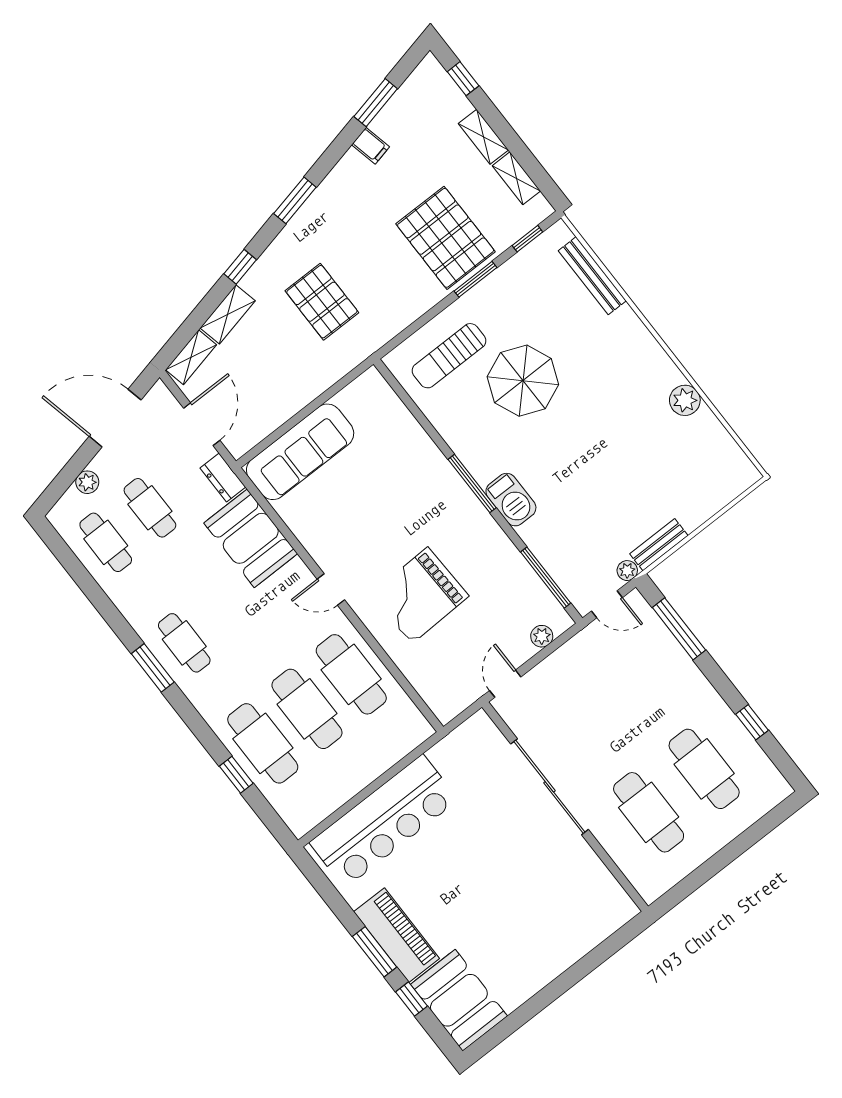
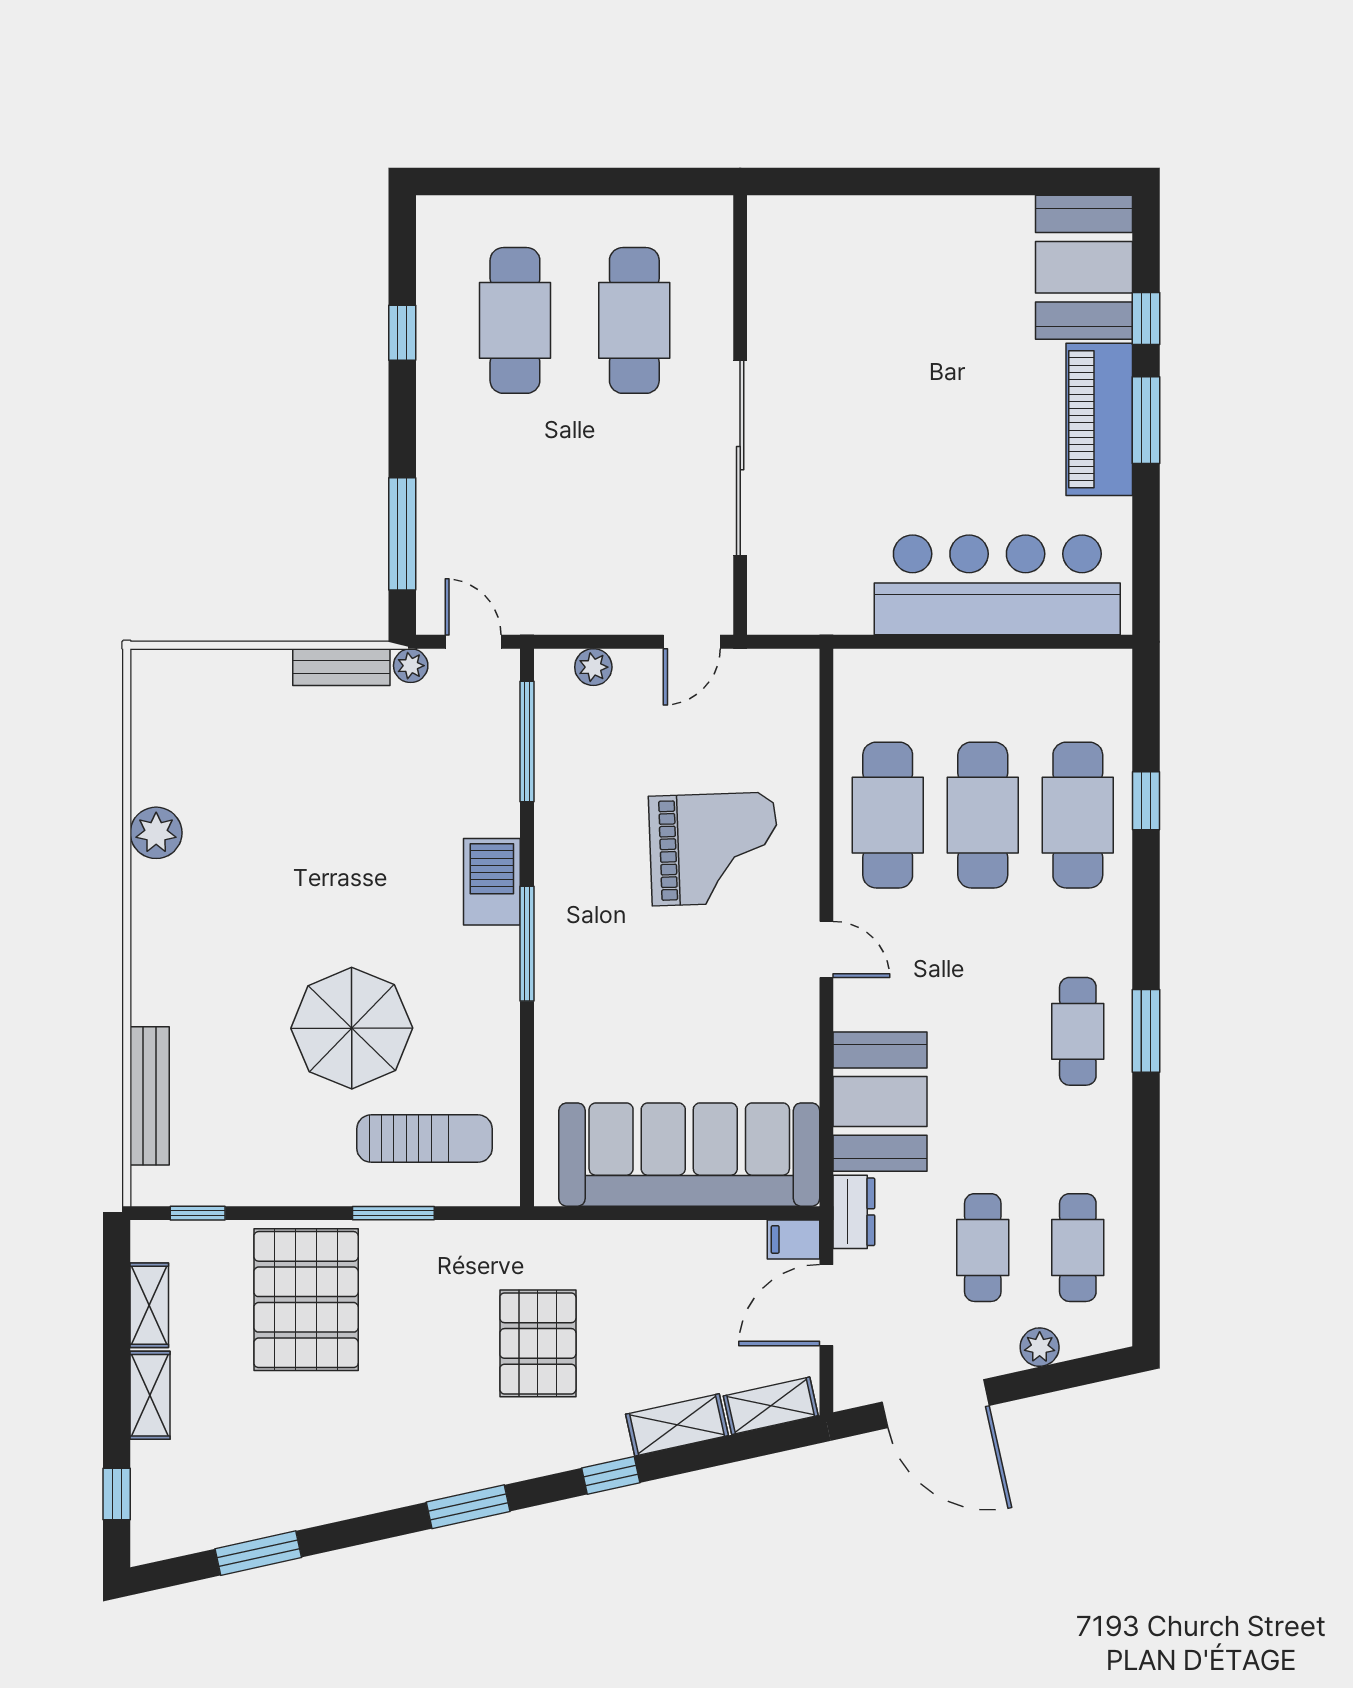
filing cabinet: (371, 146) -> (793, 1239), moved, turned -78
window: (476, 279) -> (393, 1213), moved
sofa: (300, 452) -> (689, 1155), width x1.36, depth x1.27

